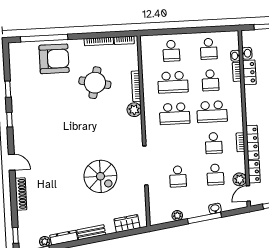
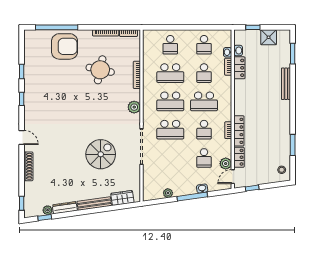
plant: (134, 110) -> (134, 107), moved
spiral stairs: (100, 176) -> (101, 154), turned -90
school desk: (178, 176) -> (170, 130), moved, width x1.85
bench: (91, 232) -> (94, 203), width x1.36

